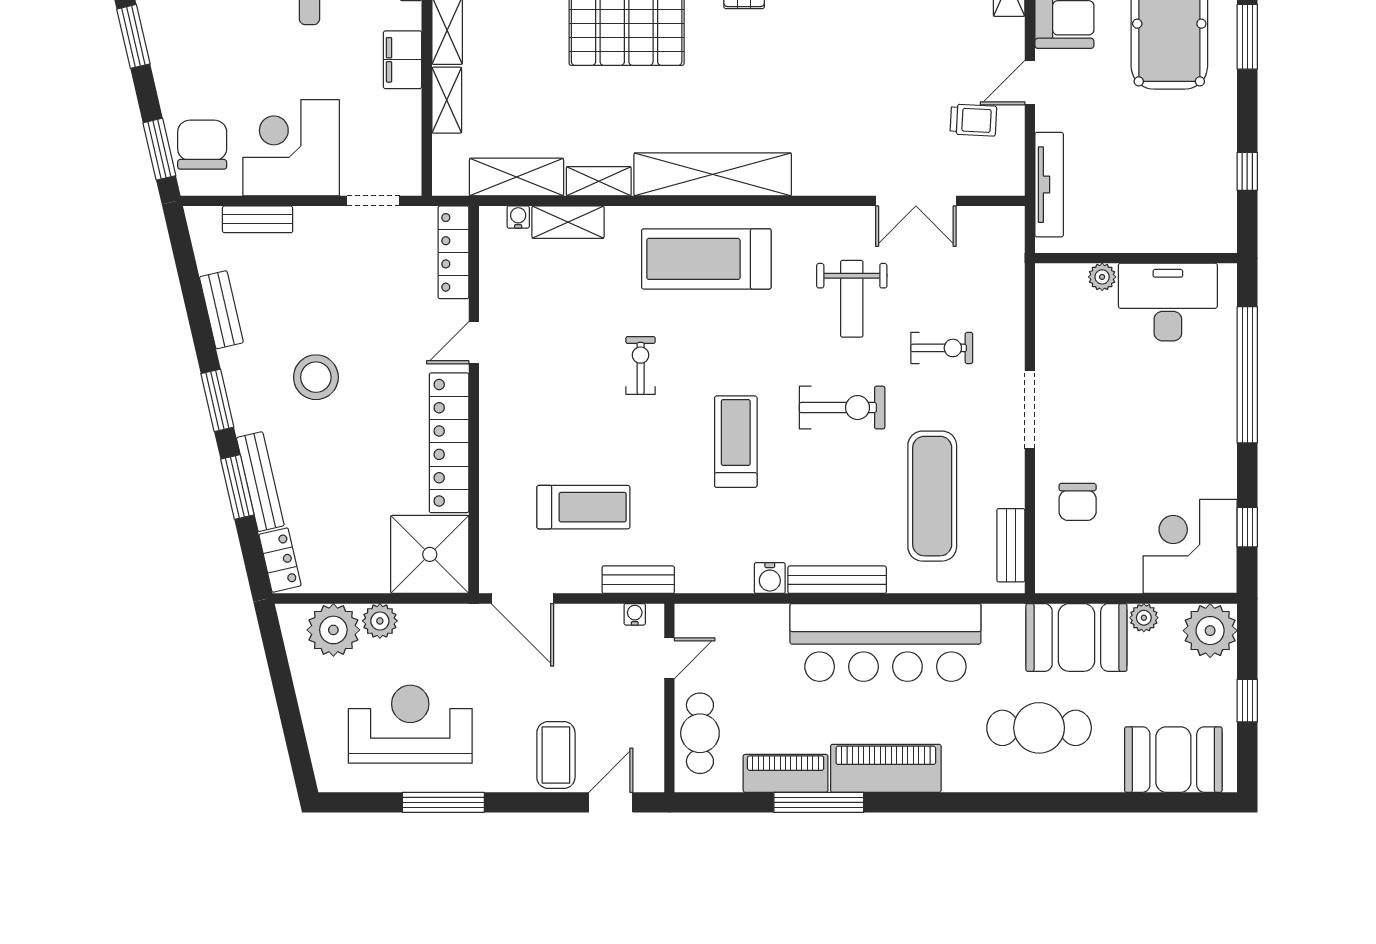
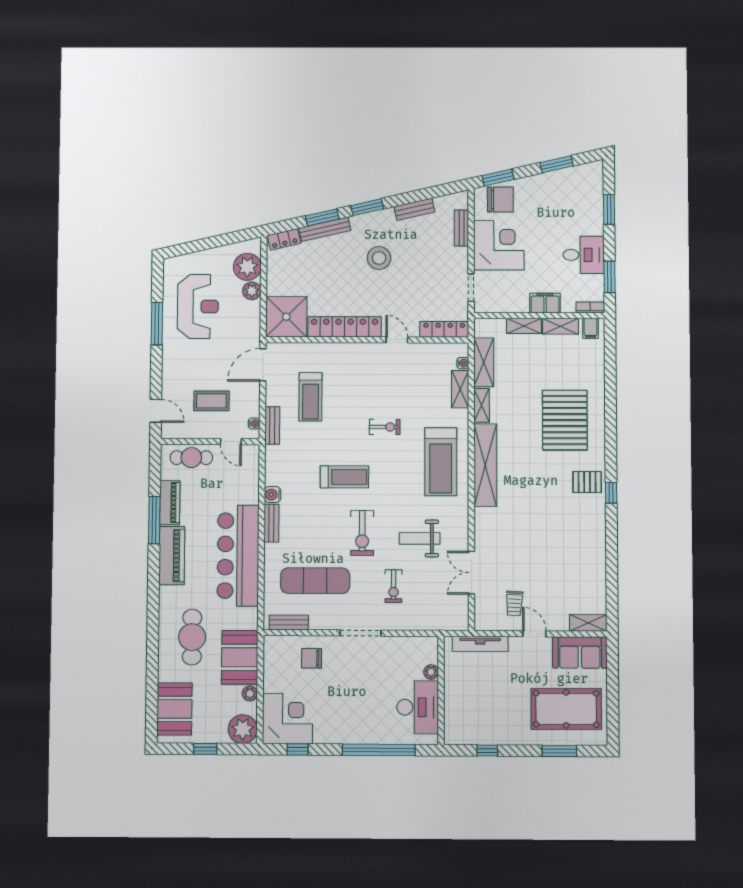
treadmill: (706, 259) -> (441, 462), turned 180
bench: (837, 580) -> (271, 523), width x0.73
coffee table: (556, 755) -> (211, 401), moved

